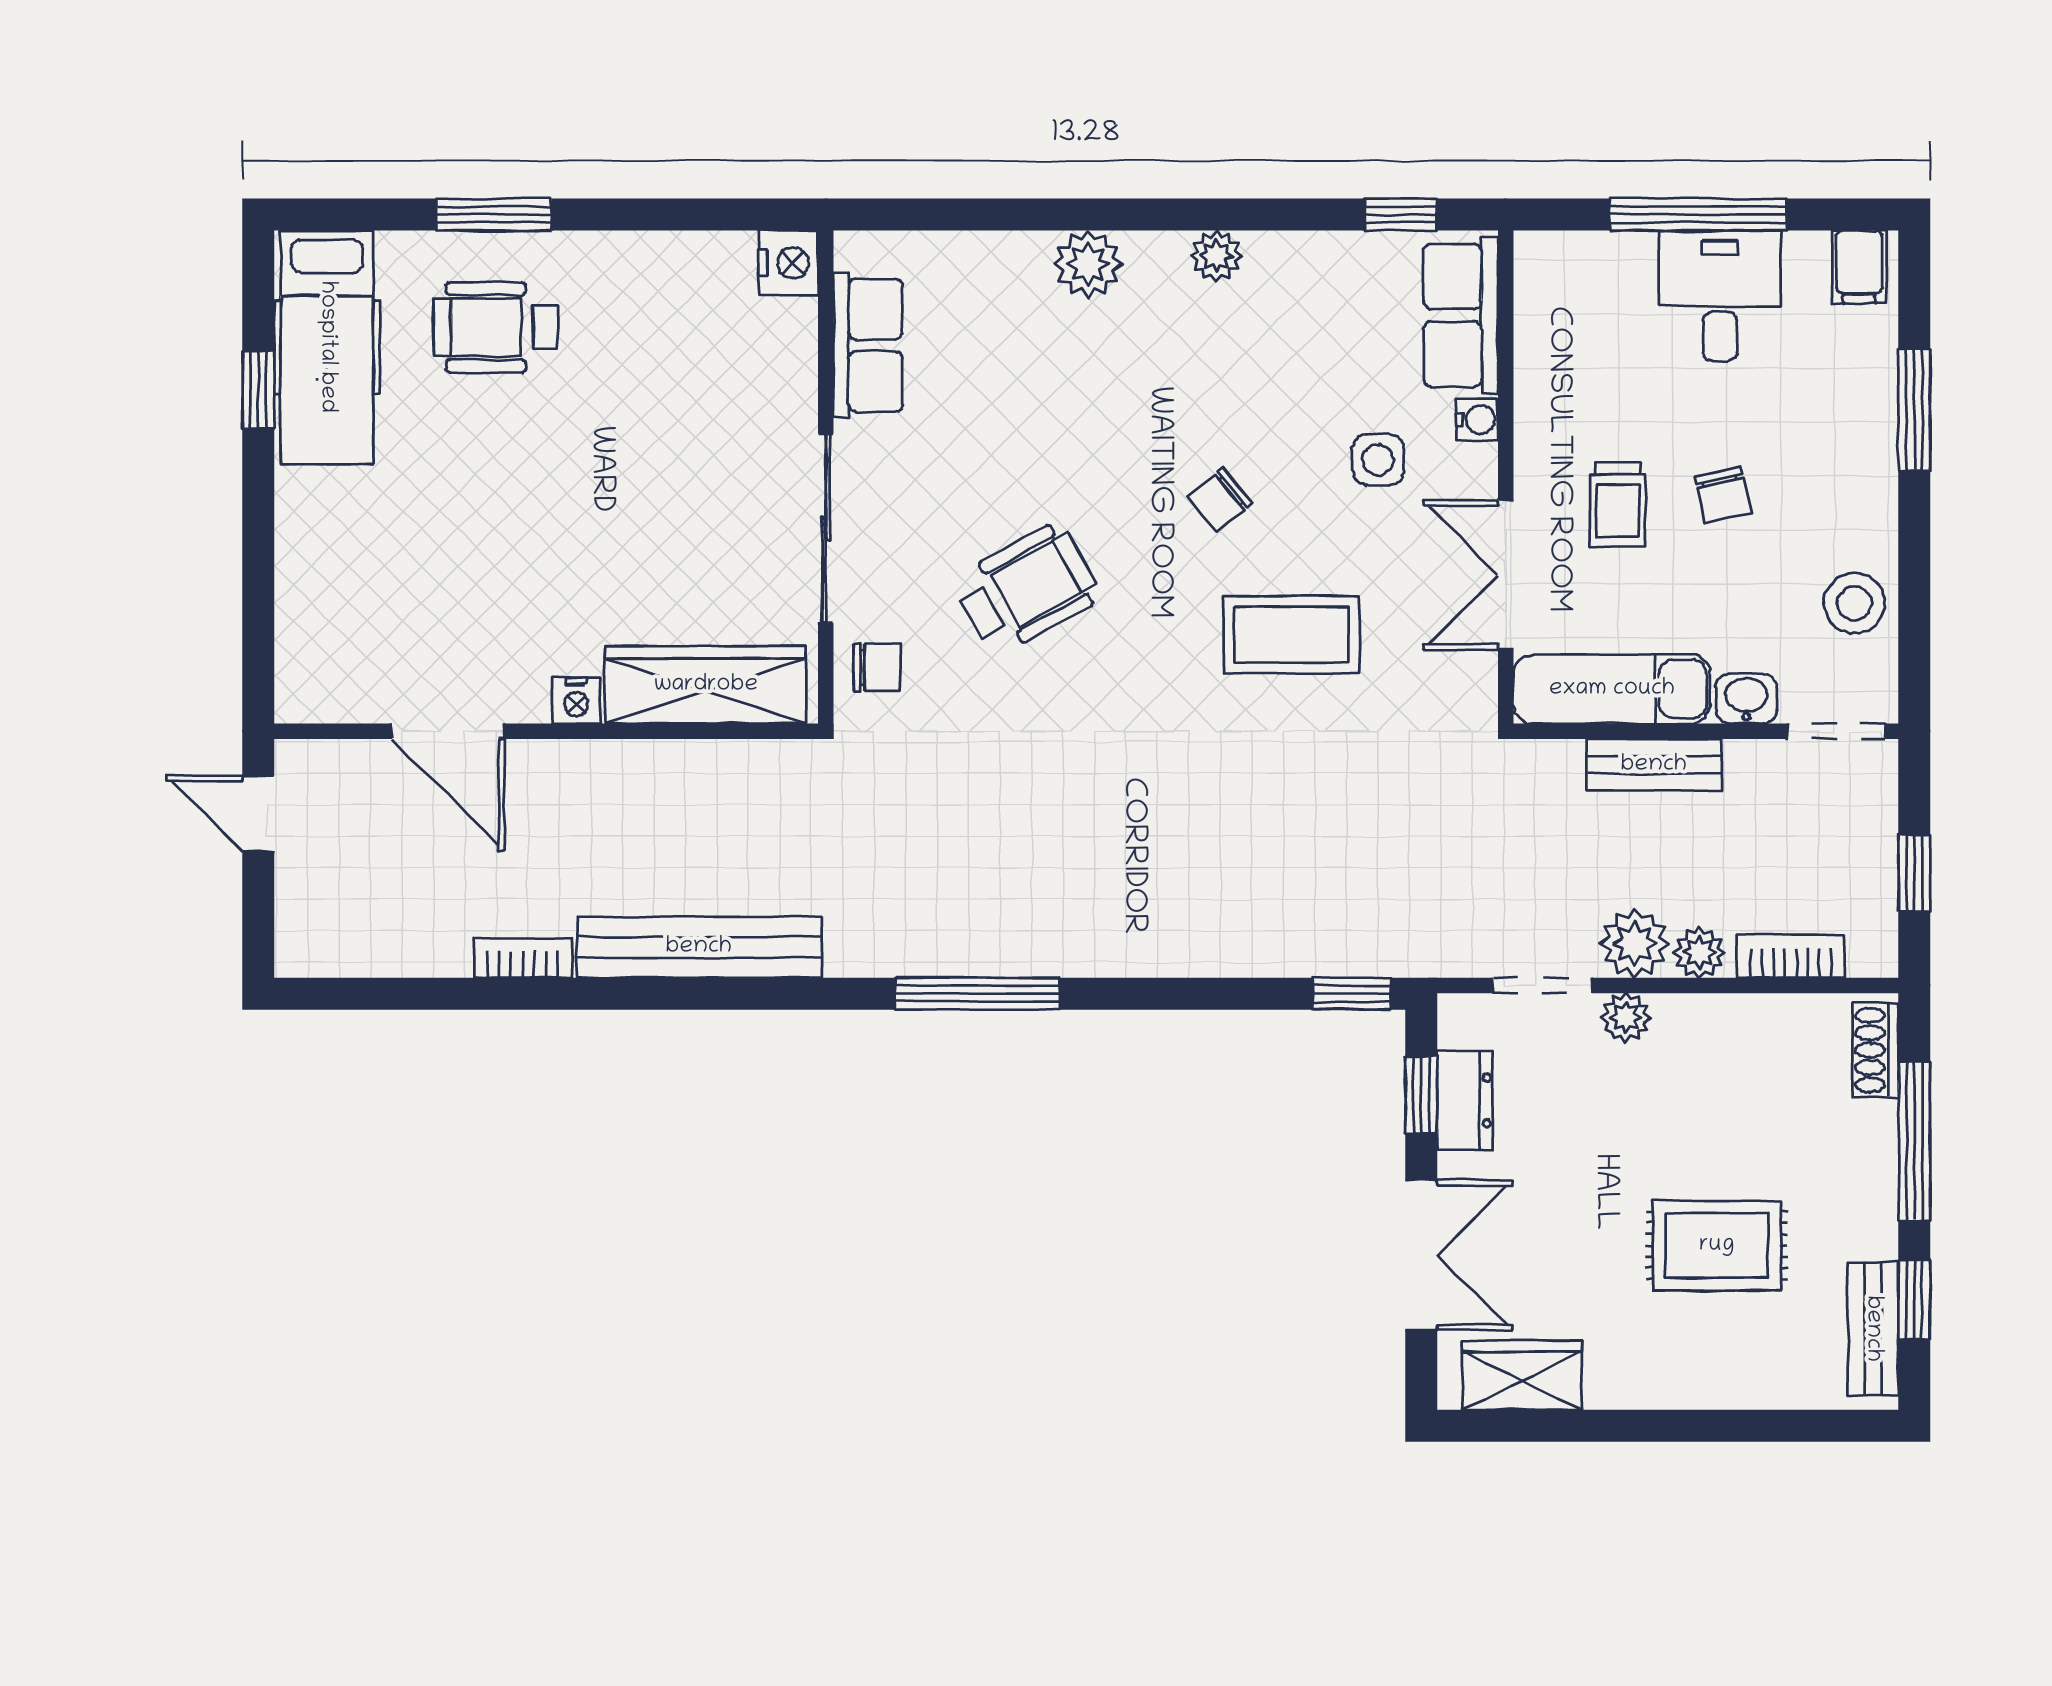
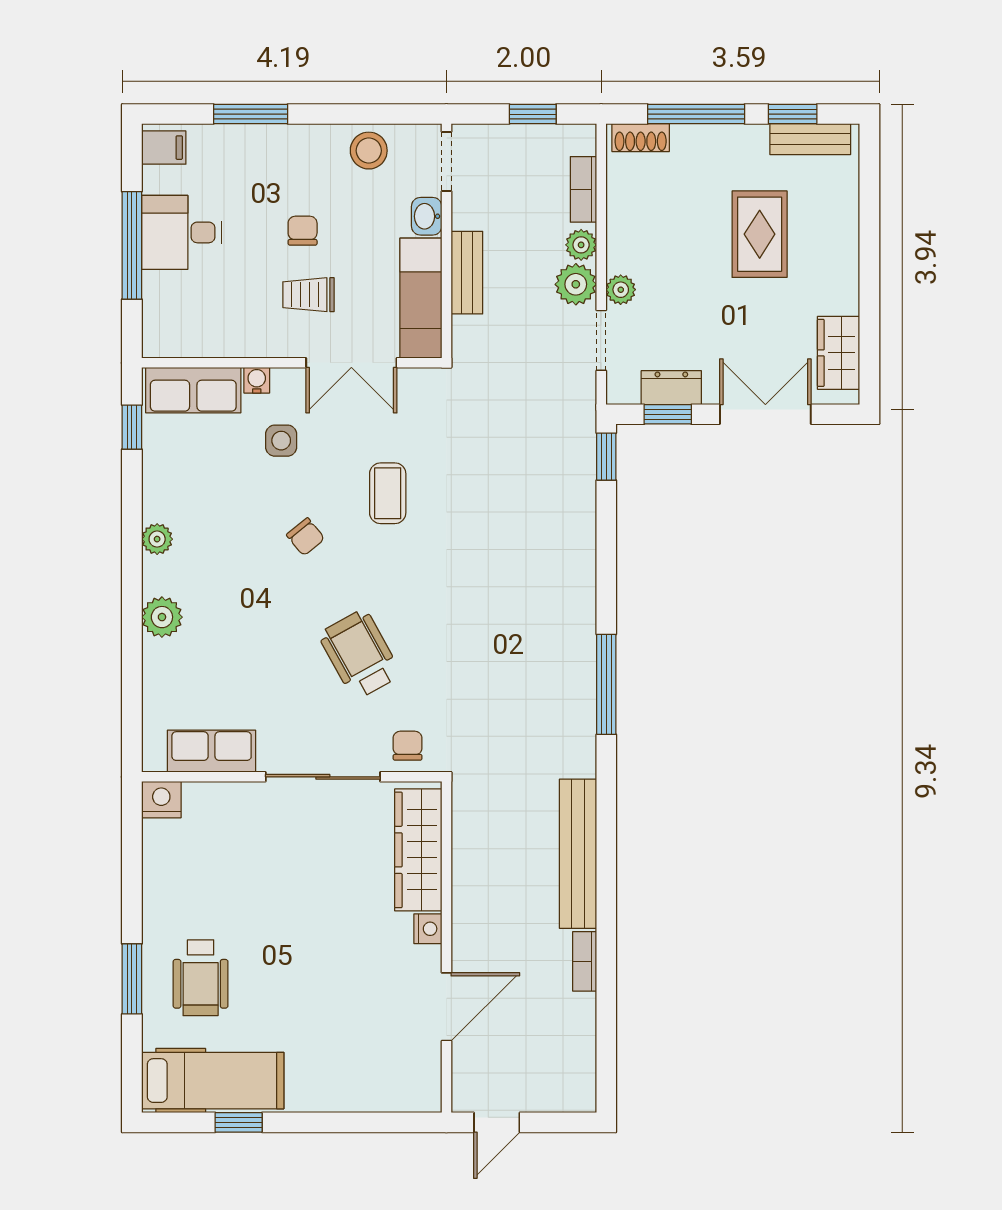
chair: (1723, 495) -> (303, 231), turned -77
trolley: (1618, 505) -> (308, 295), turned 180
coffee table: (1292, 635) -> (388, 493), width x0.73, depth x0.77

